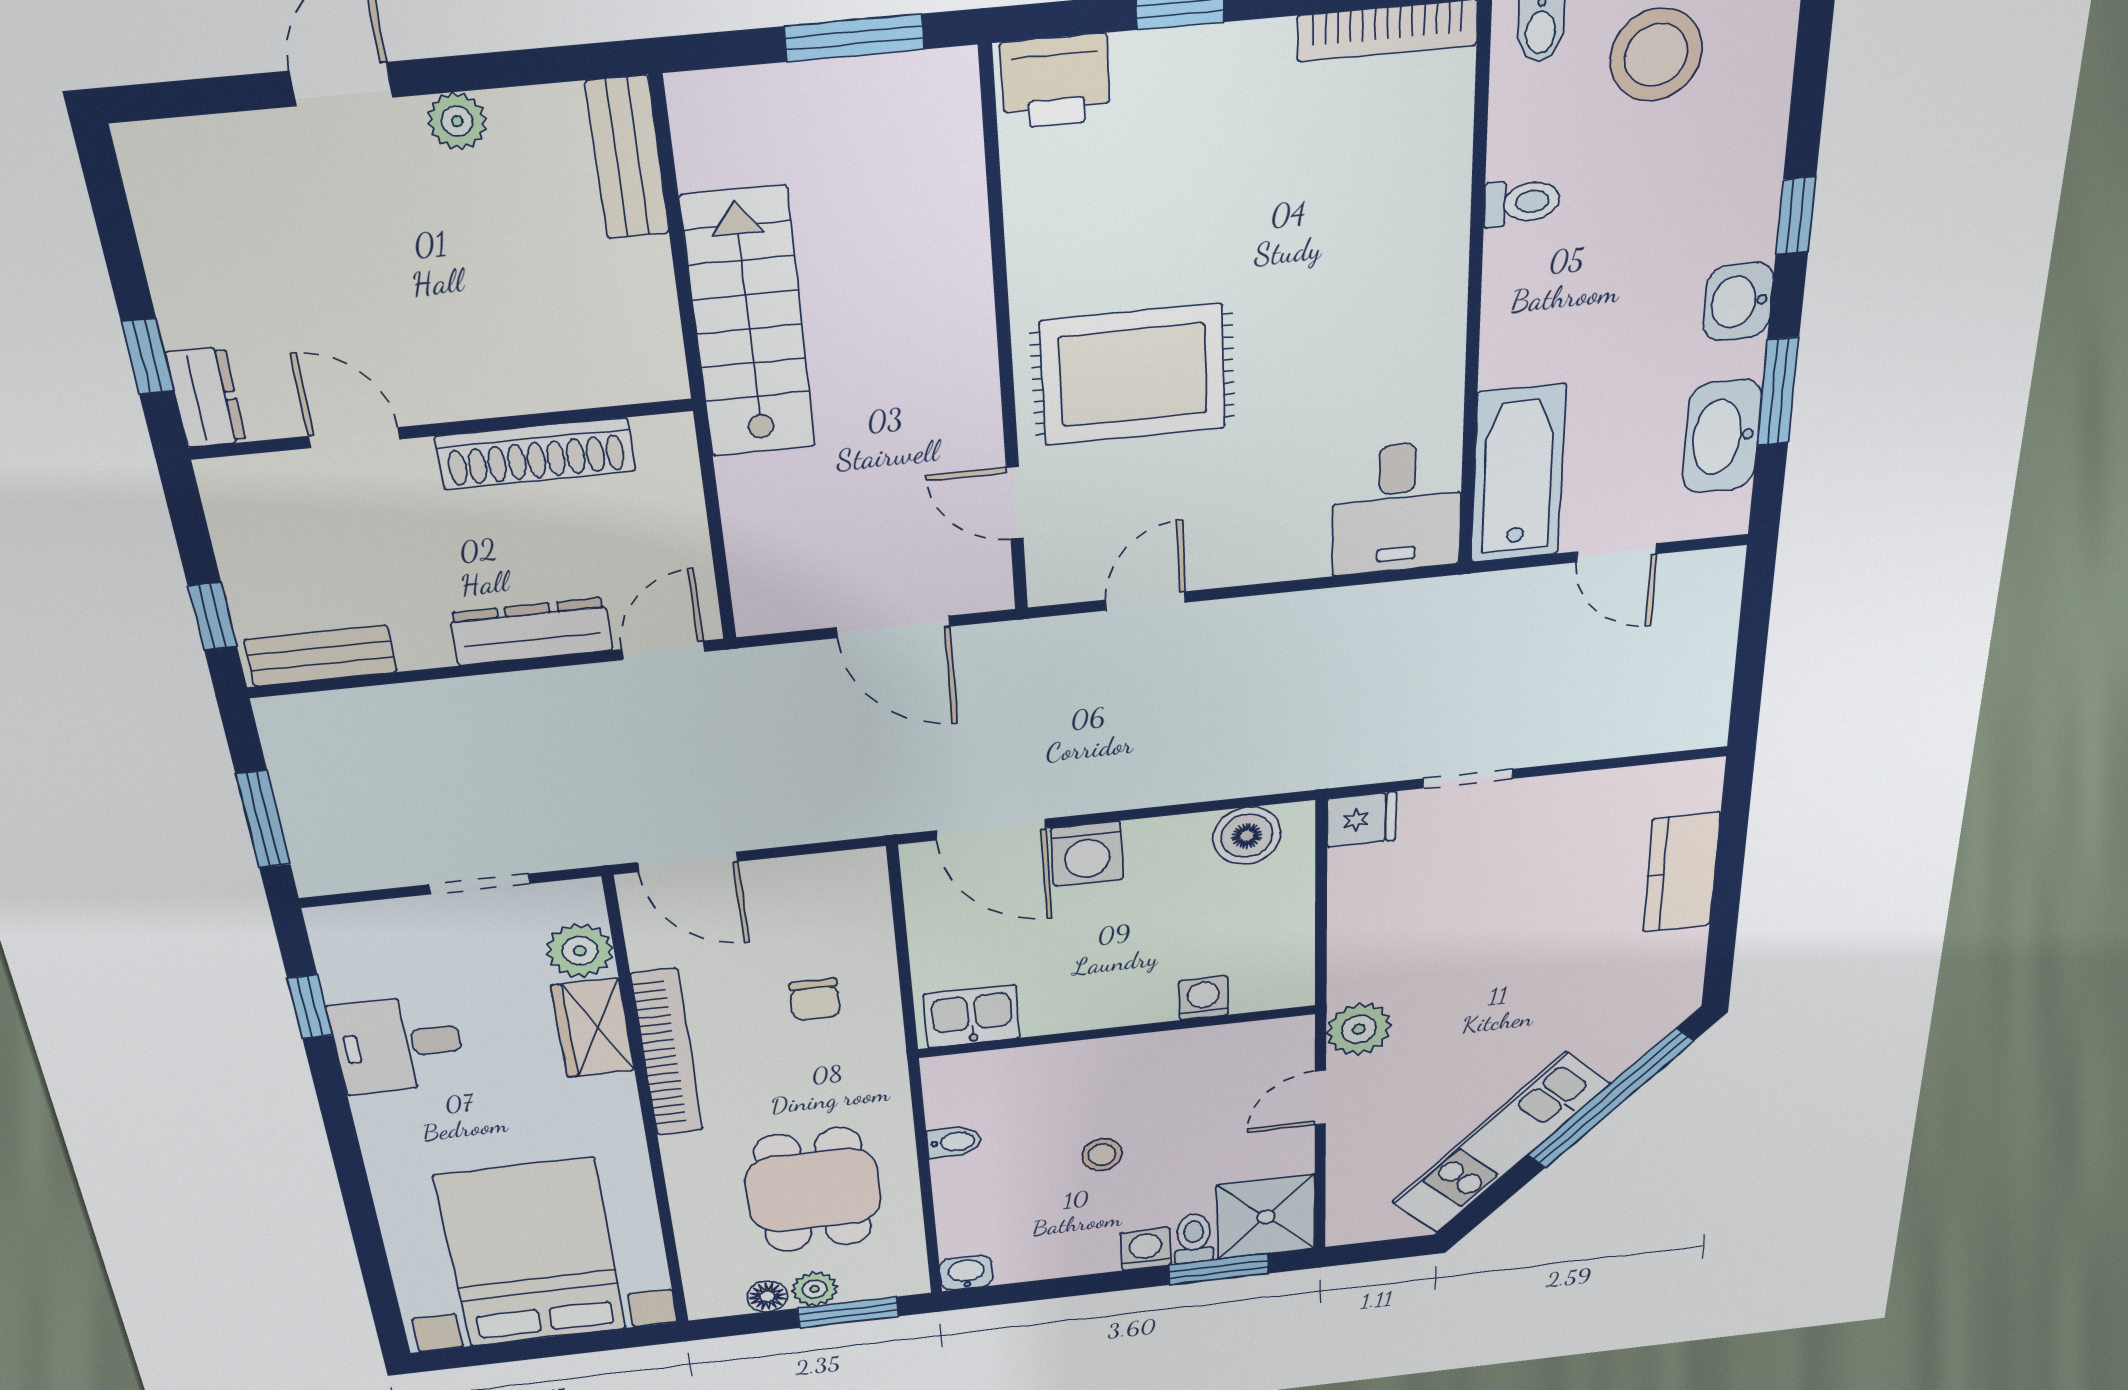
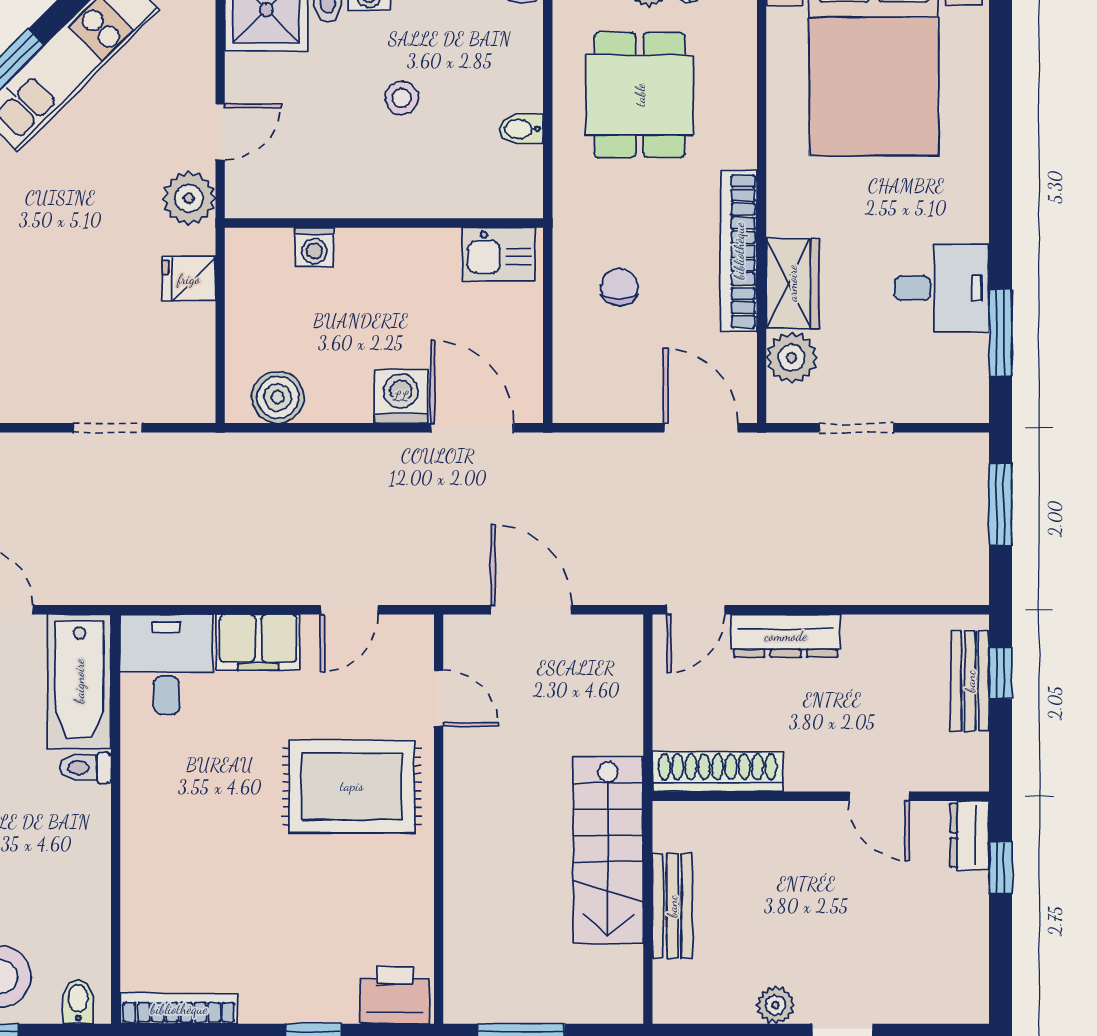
bench: (627, 158) -> (672, 906), moved
toilet: (1522, 202) -> (85, 768), moved
shoe rack: (535, 454) -> (718, 772), moved
filing cabinet: (1270, 548) -> (258, 642), added
bench: (321, 656) -> (970, 681), moved, turned 90
fridge: (1362, 819) -> (189, 279), moved
window: (310, 1007) -> (1000, 333), width x1.50

